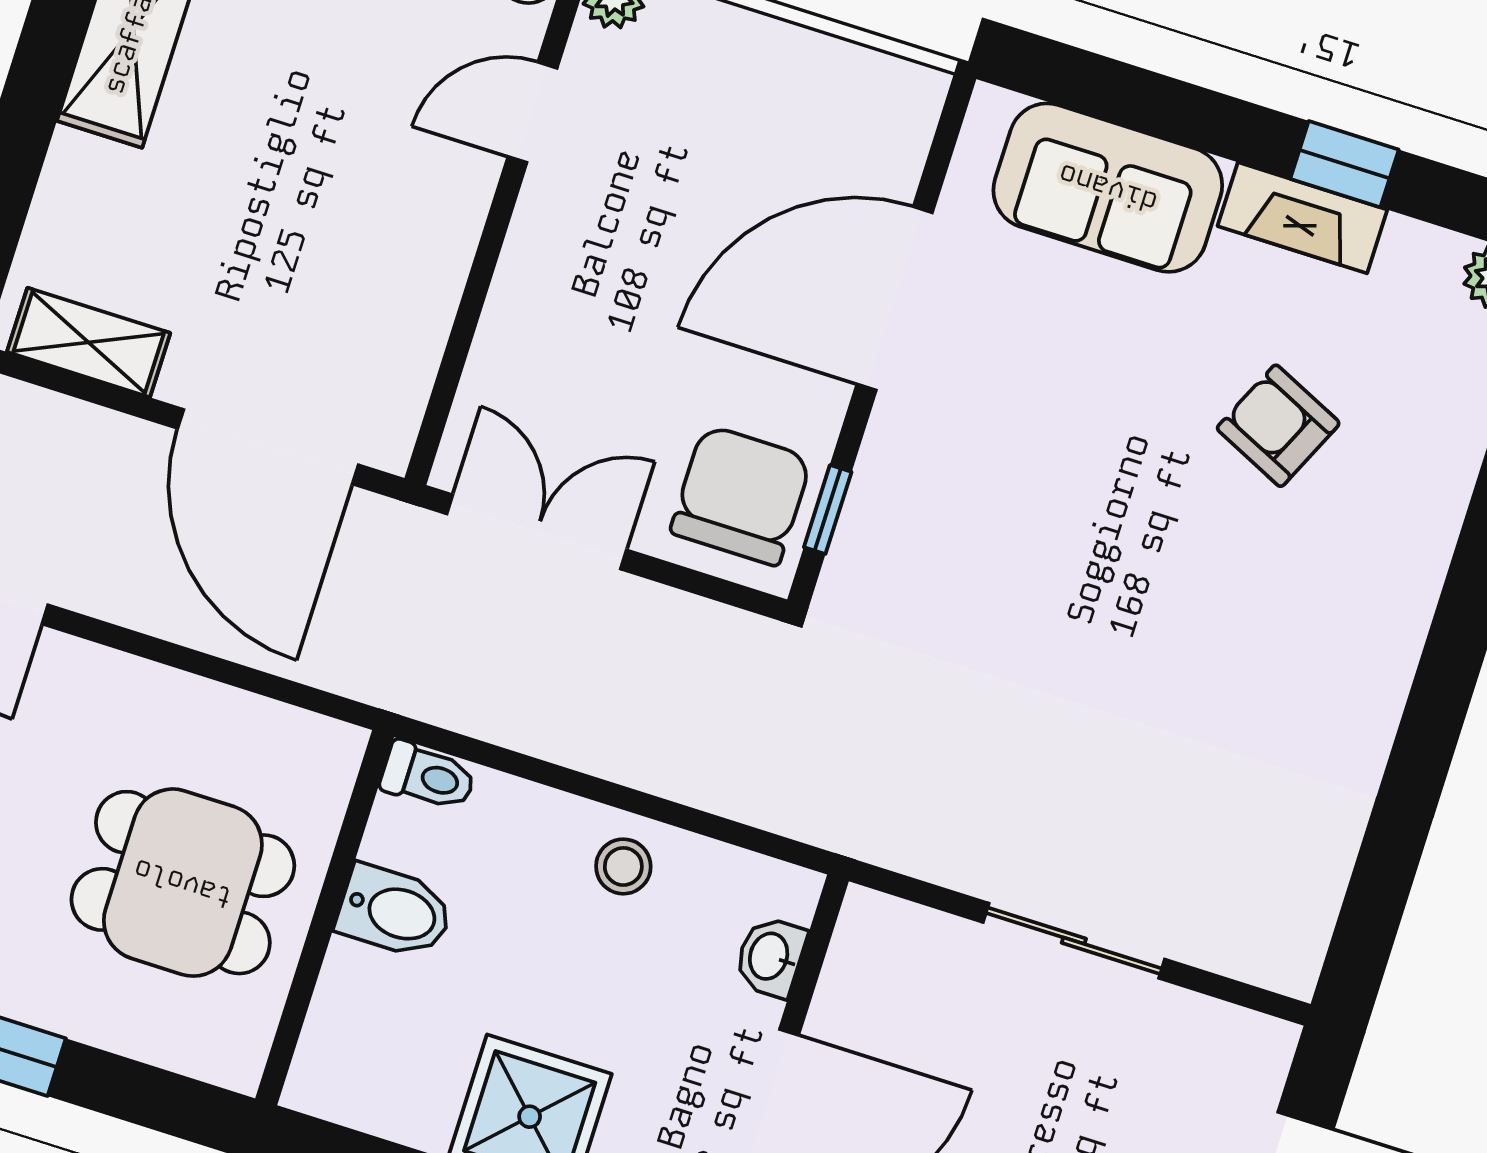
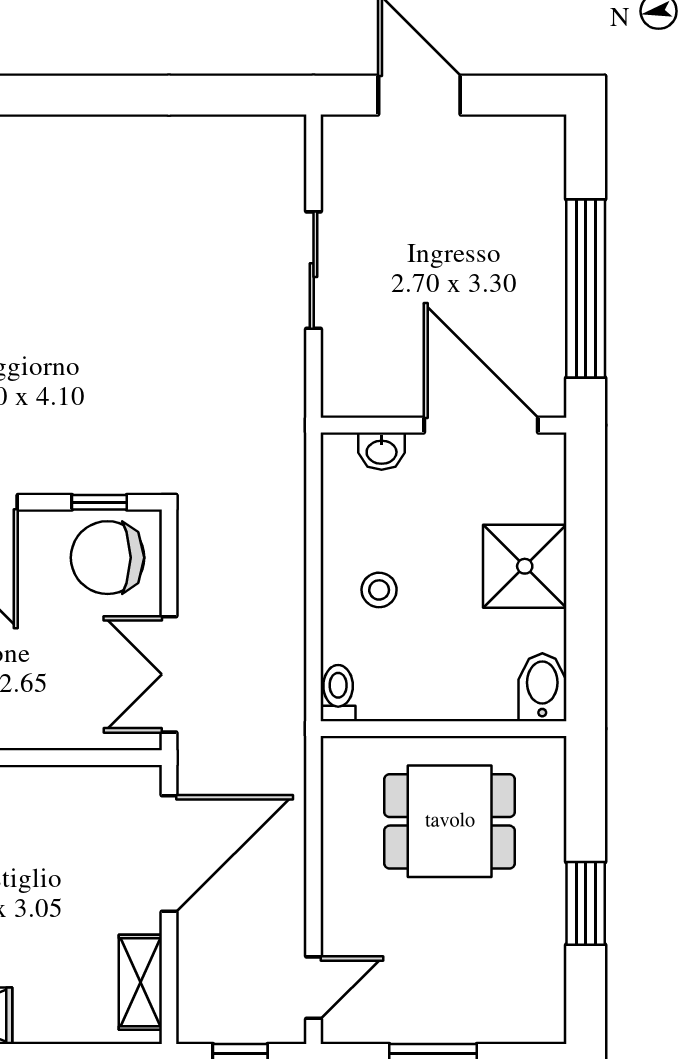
stool: (623, 866) -> (379, 590), moved
dining table: (183, 883) -> (450, 821), turned 90
bidet: (395, 912) -> (542, 687), moved

